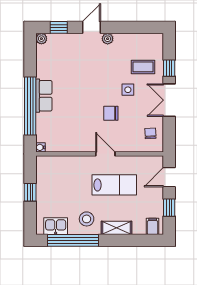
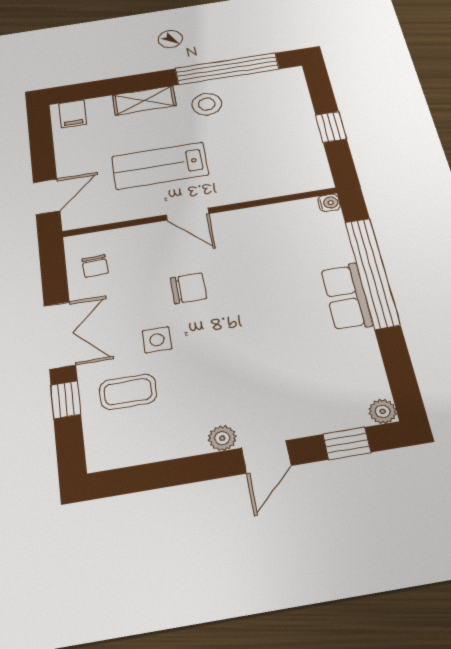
window: (169, 208) -> (42, 148), removed
kitchen sink: (56, 226) -> (266, 84), removed

